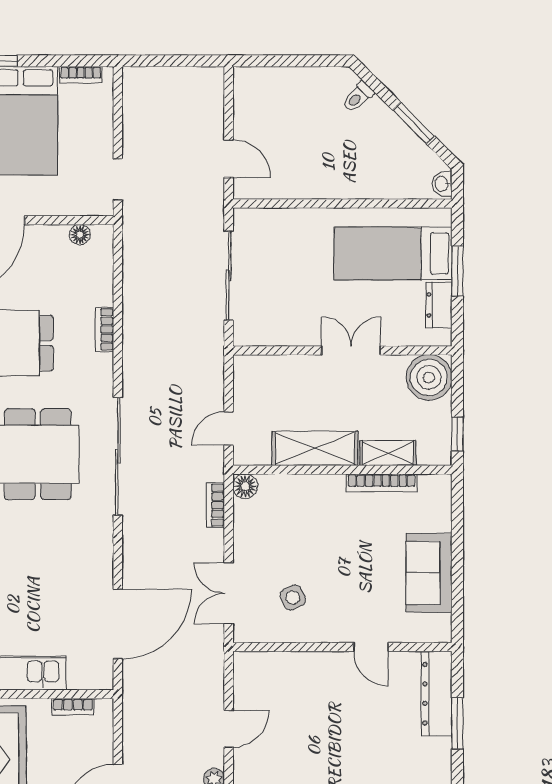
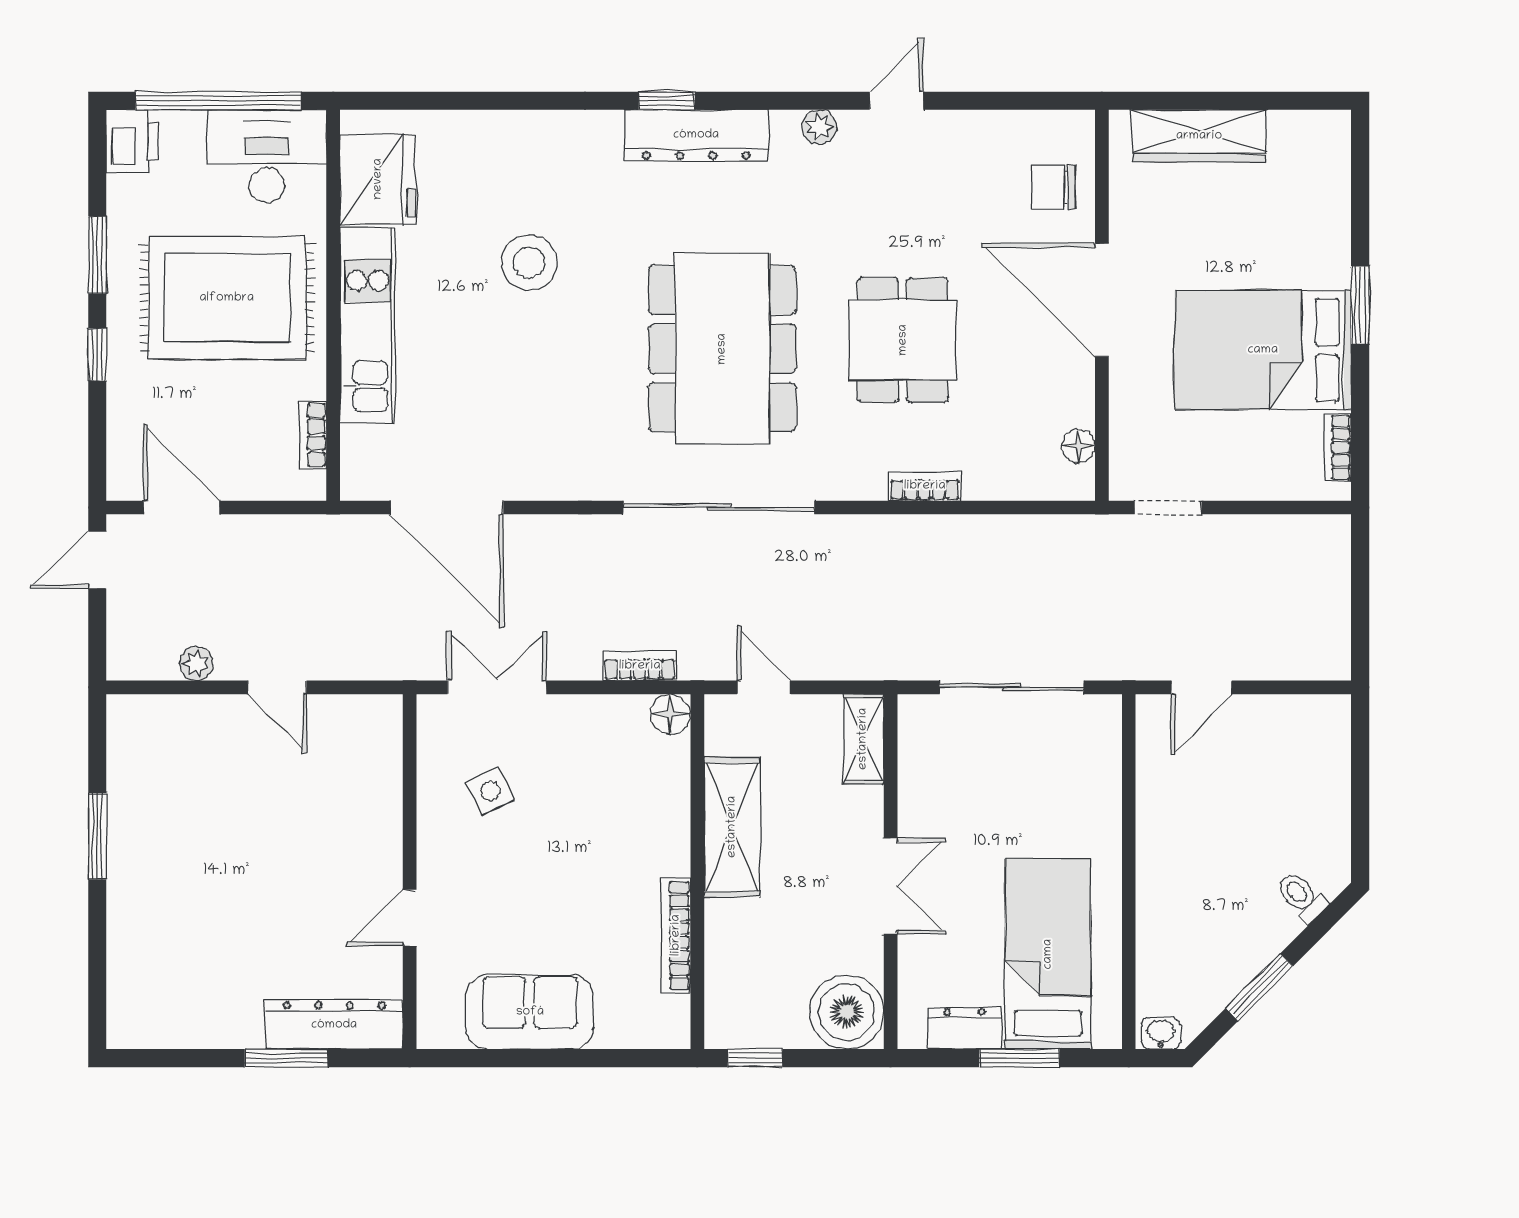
shelving: (388, 453) -> (863, 739), moved

